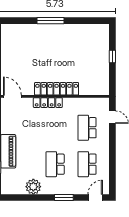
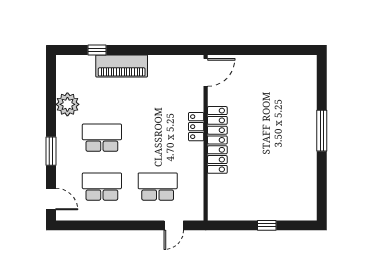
locker: (48, 103) -> (196, 127), width x0.66

